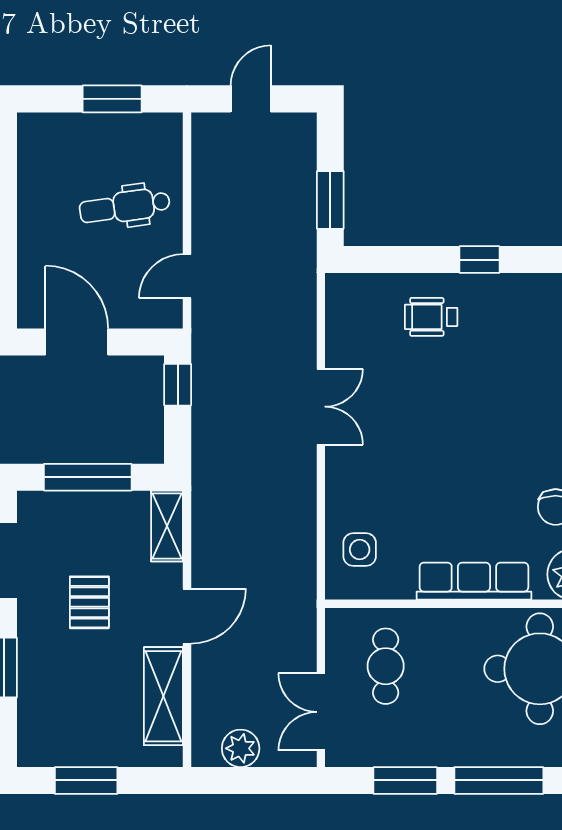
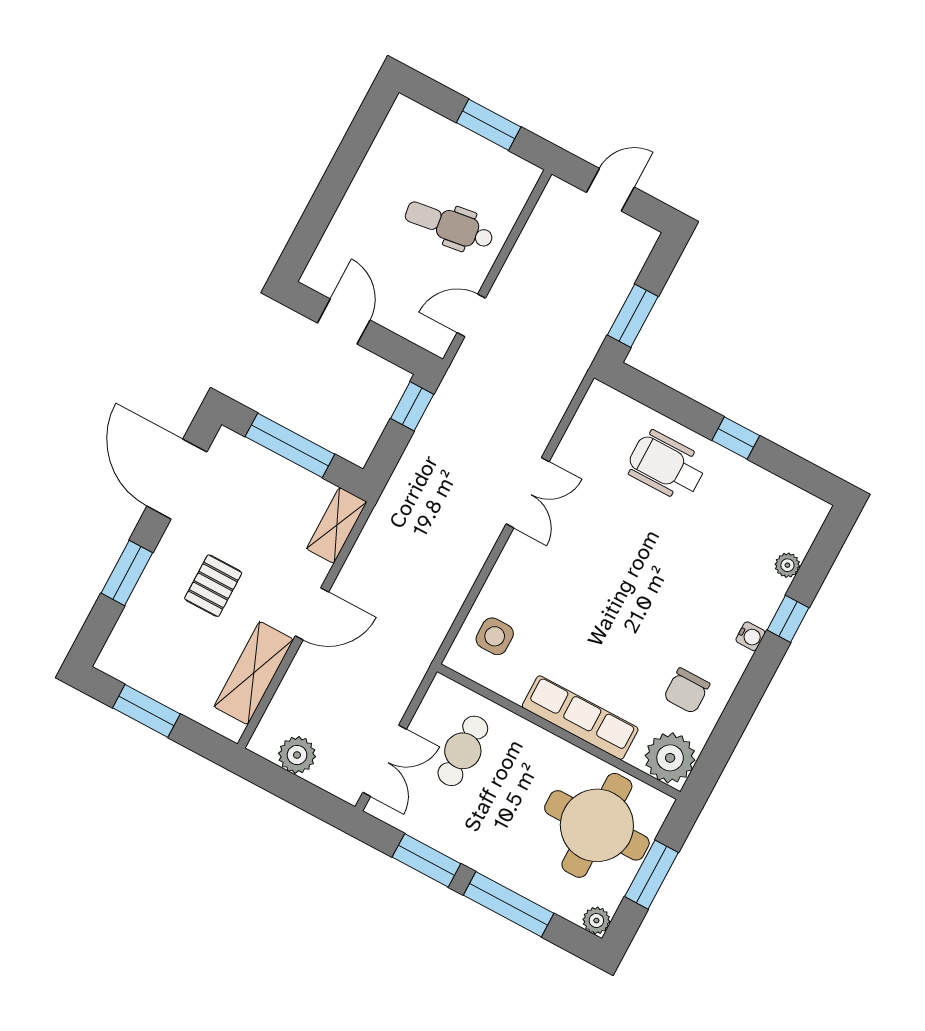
wheelchair: (431, 317) -> (666, 466), width x1.36, depth x1.37
door: (77, 342) -> (344, 321), width x0.73
pallet: (89, 602) -> (213, 586), moved
double door: (321, 712) -> (385, 761), swing flipped

